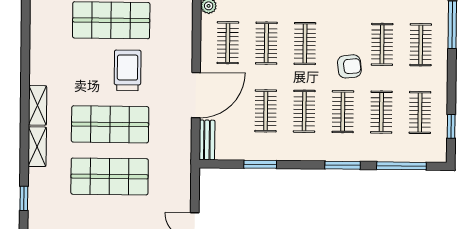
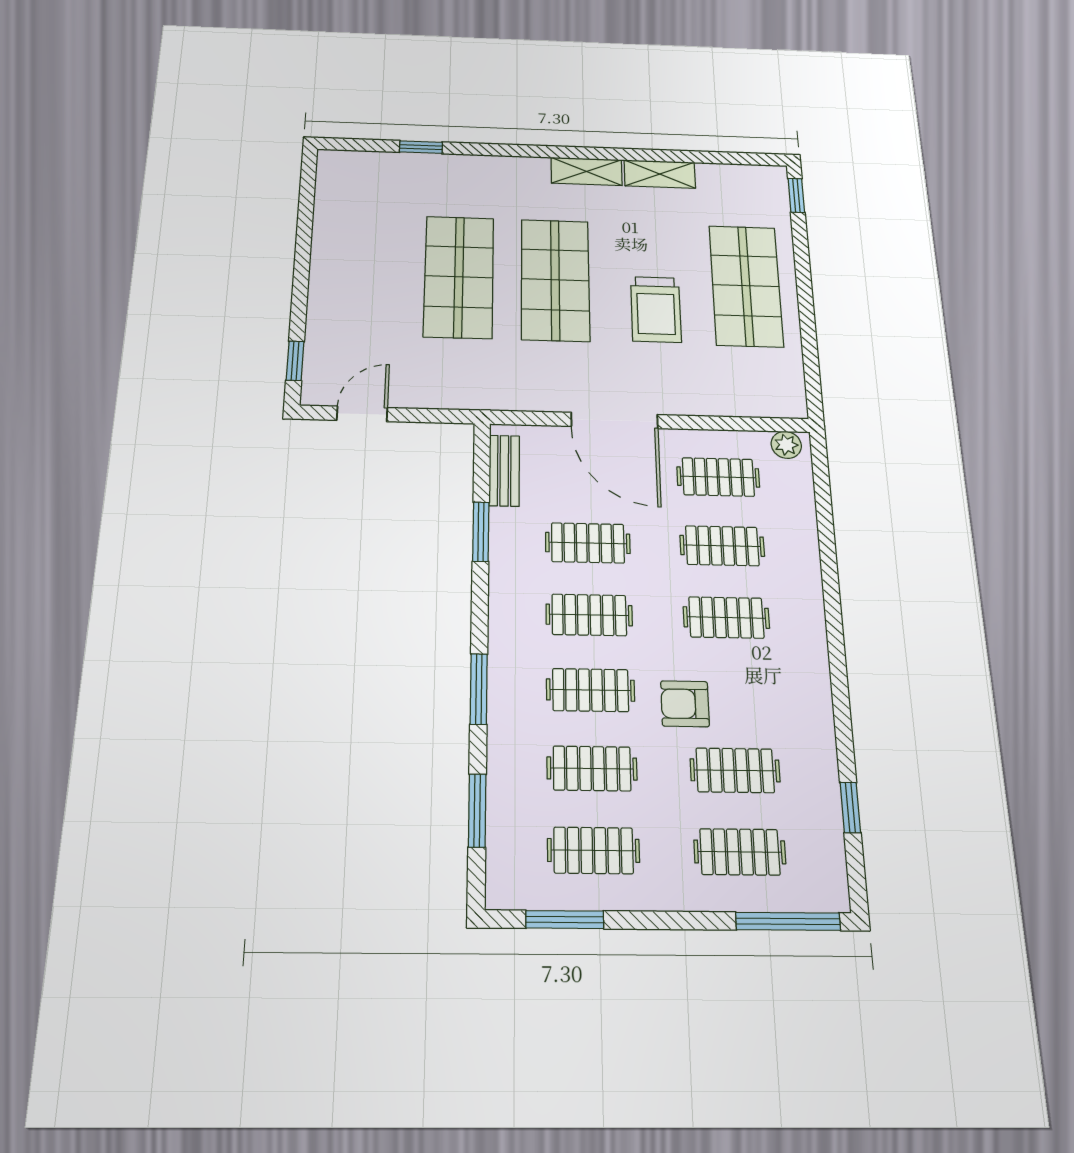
armchair: (349, 66) -> (685, 704), turned 96
trolley: (128, 70) -> (656, 309), turned 90
window: (451, 126) -> (565, 920), width x1.50
bench: (207, 140) -> (504, 471), moved, turned 90
shelving: (37, 147) -> (660, 174), moved
window: (401, 166) -> (477, 810), width x0.69

